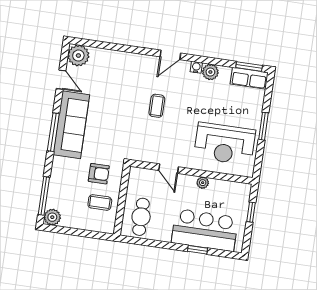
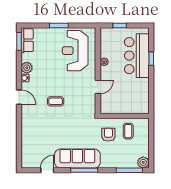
plant: (78, 56) -> (29, 161), removed
reception desk: (225, 144) -> (75, 51), turned 180
cafe table: (141, 217) -> (134, 101), removed

